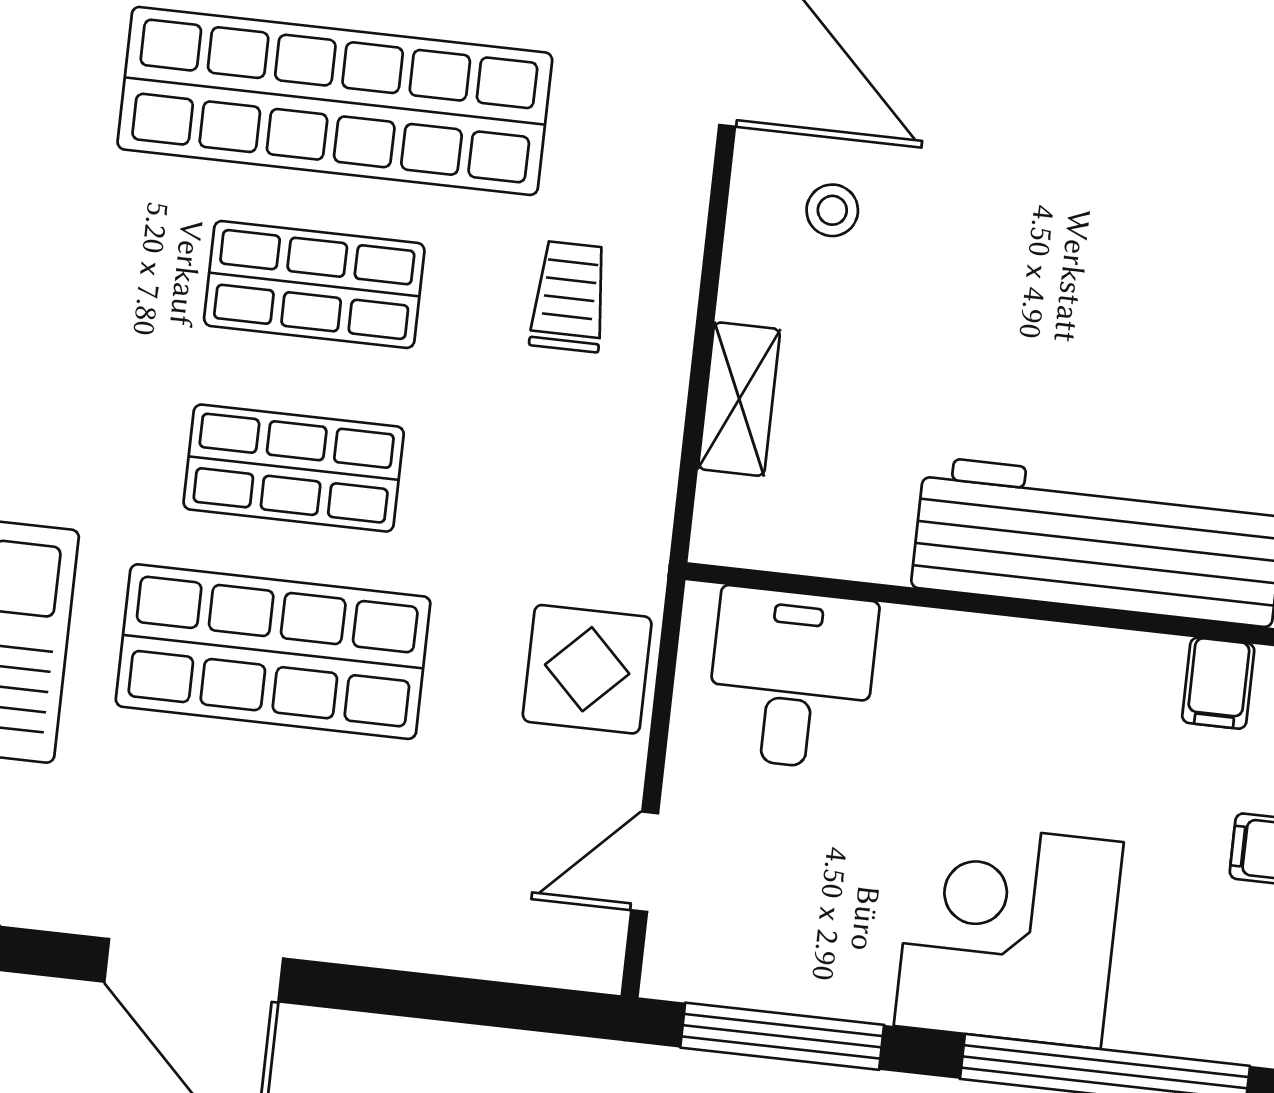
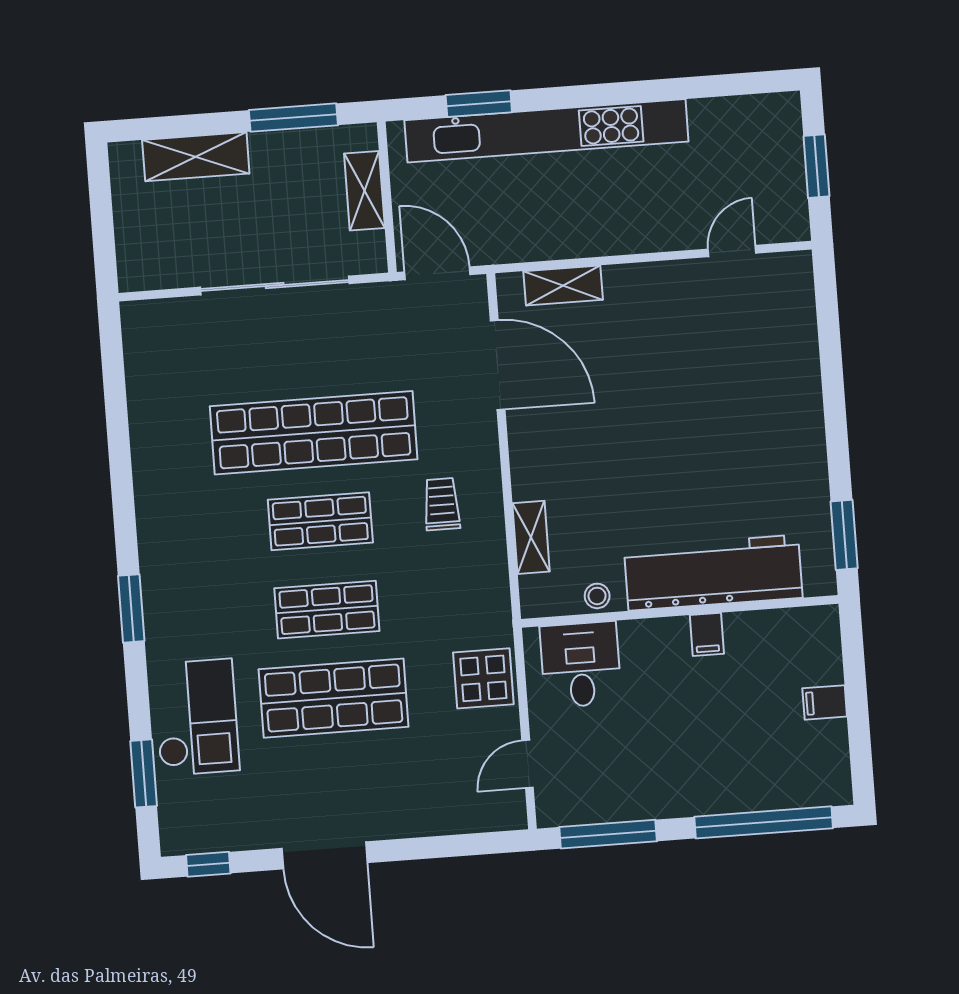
stool: (832, 210) -> (597, 596), moved
filing cabinet: (1218, 683) -> (707, 634), moved
corner desk: (1009, 934) -> (706, 766), removed

